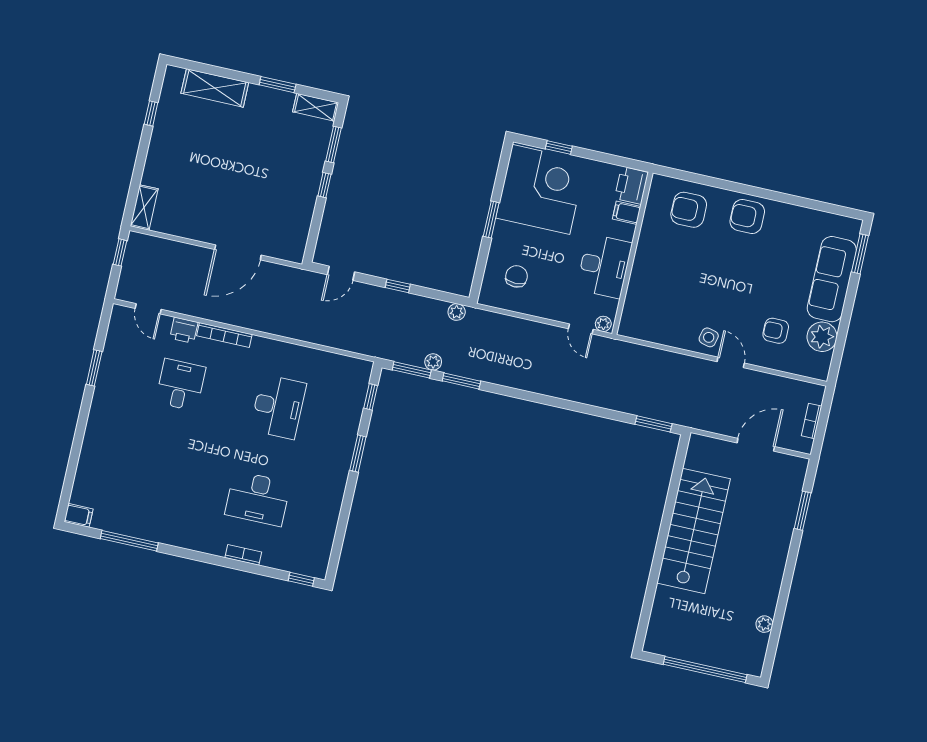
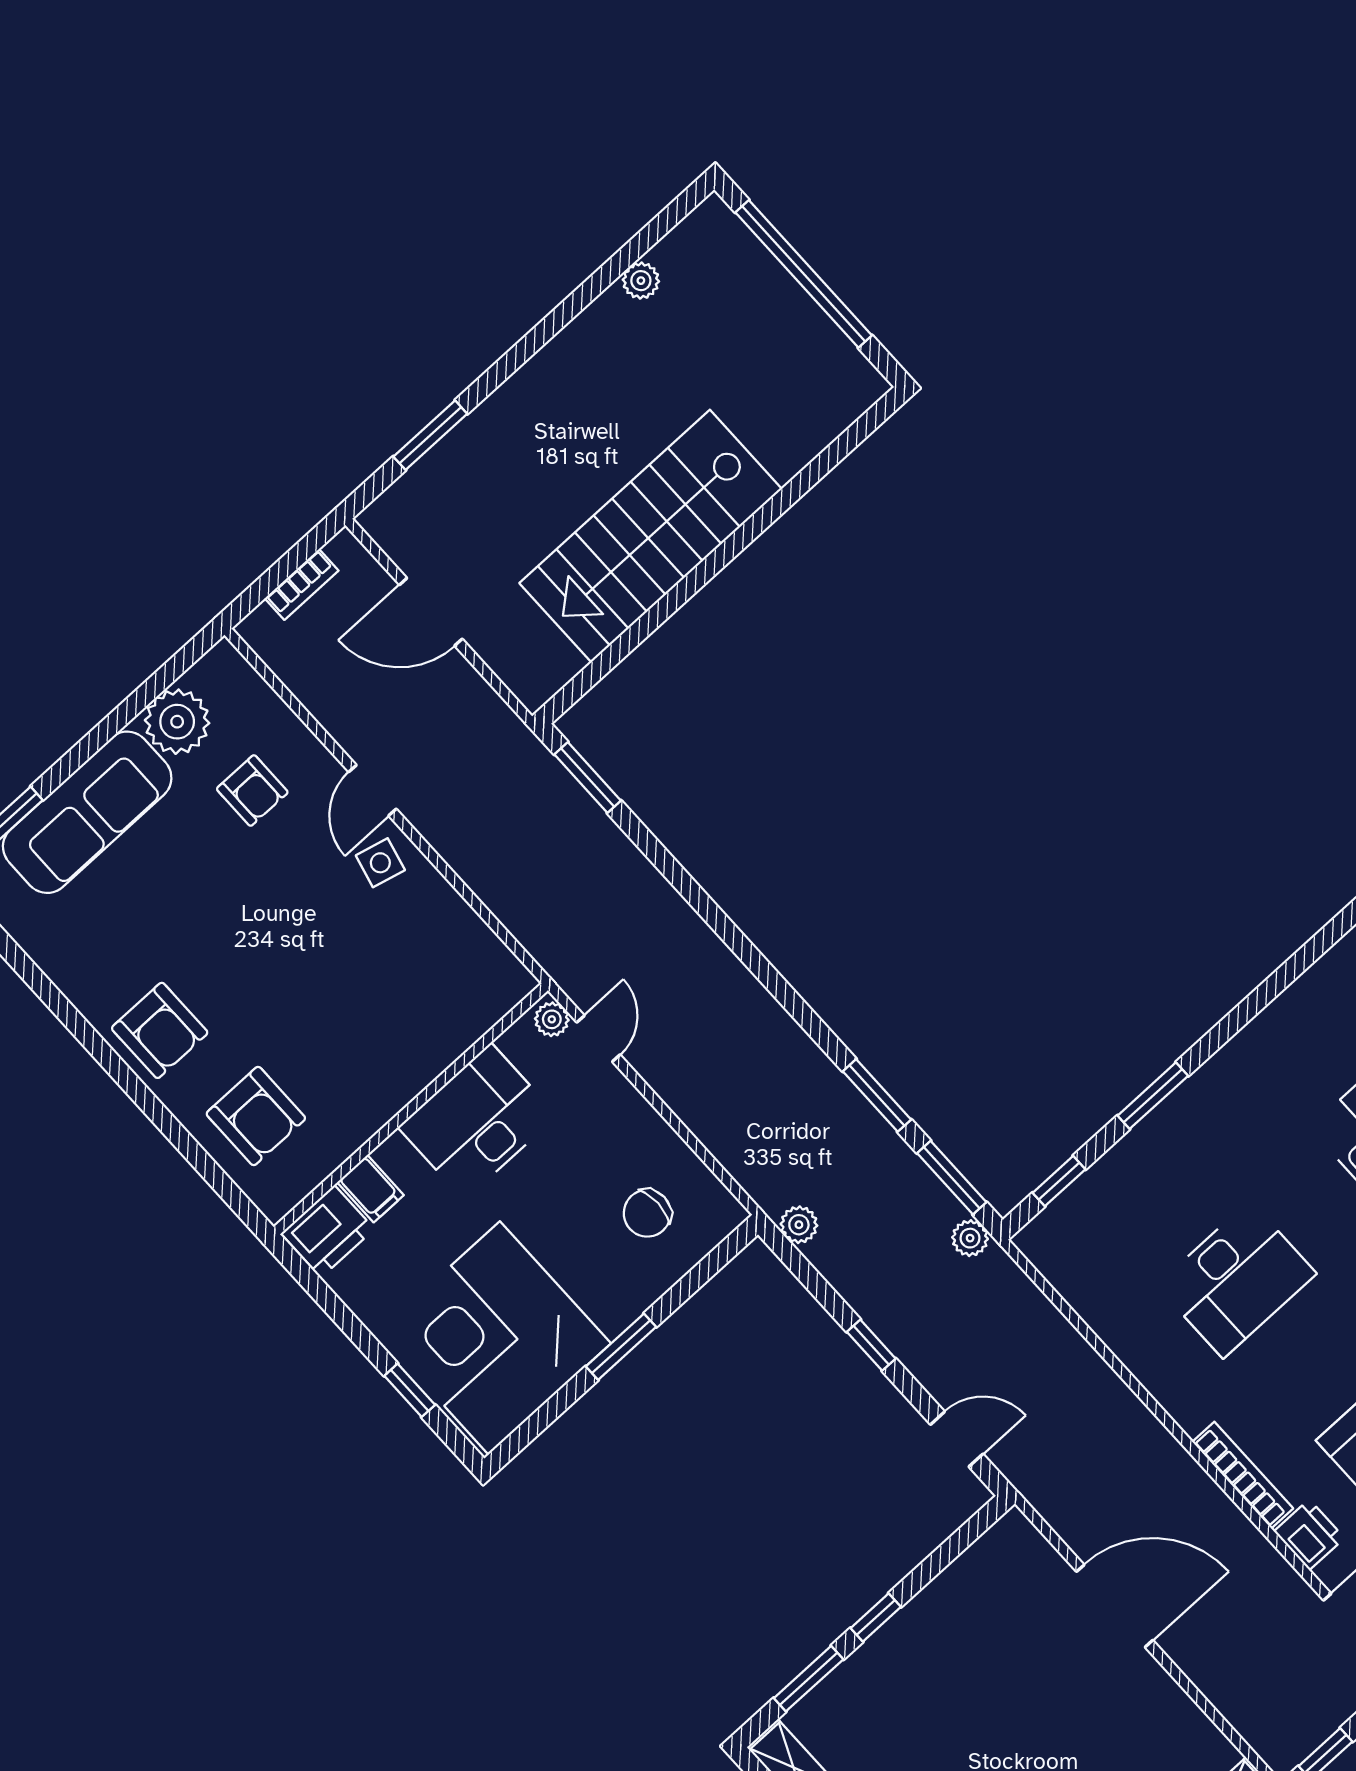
plant: (433, 362) -> (970, 1238), moved
desk: (278, 407) -> (1236, 1280), turned 180

